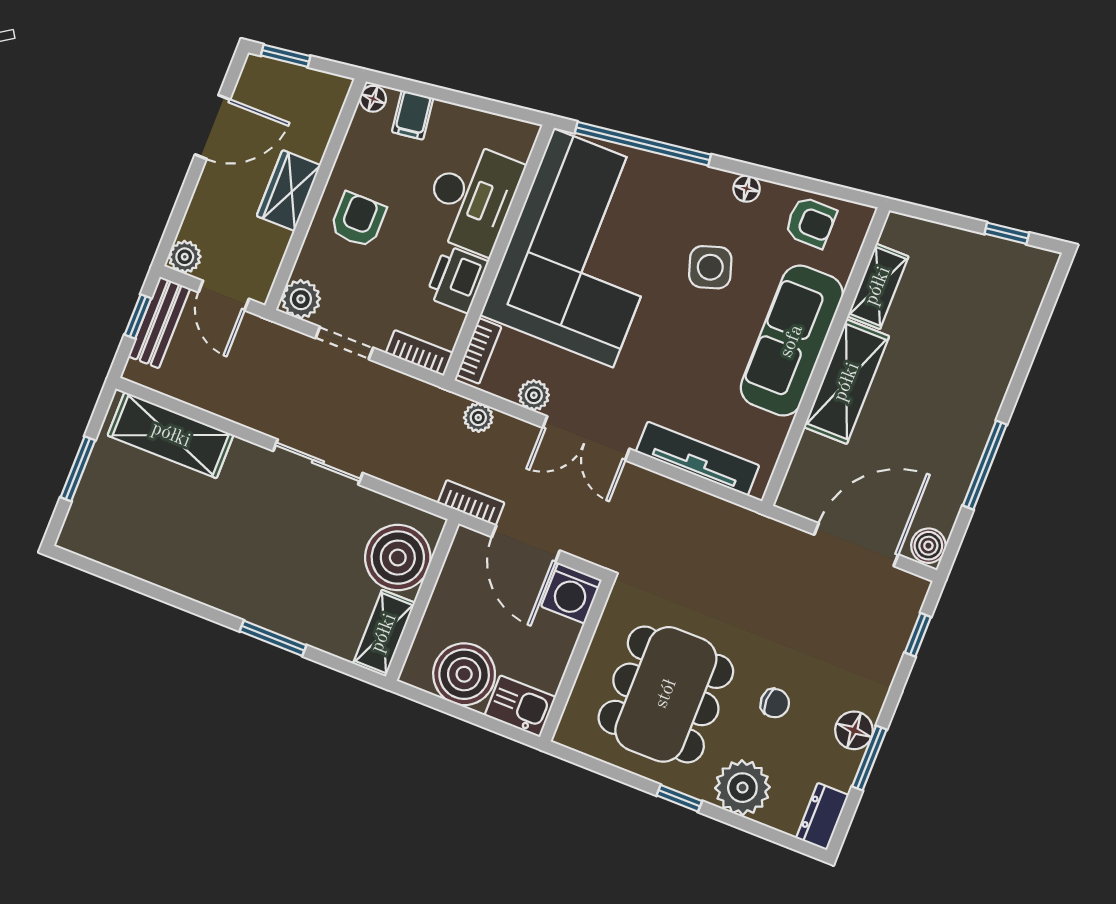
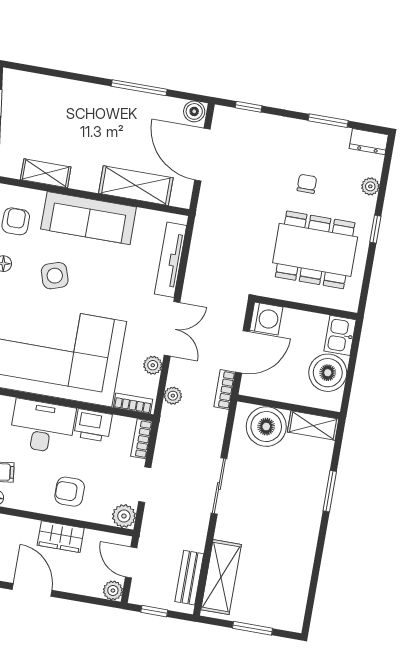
door: (224, 295) -> (131, 562), swing flipped
bench: (159, 322) -> (189, 578), moved, turned 90
shelving: (847, 382) -> (136, 186), moved
floor lamp: (854, 730) -> (313, 133), removed
plant: (742, 788) -> (370, 186), width x0.53, depth x0.53

